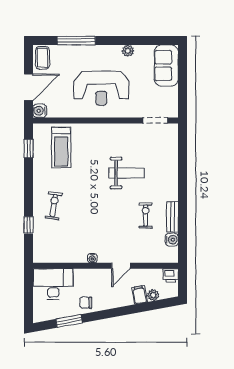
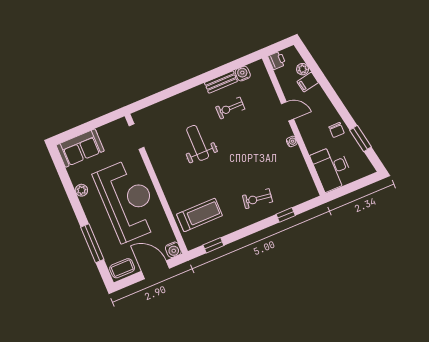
reception desk: (101, 88) -> (128, 200), width x1.36, depth x1.30

